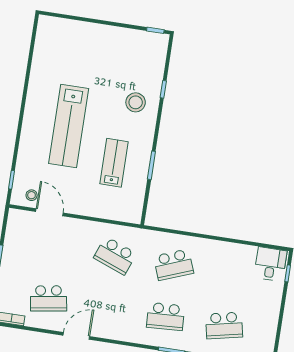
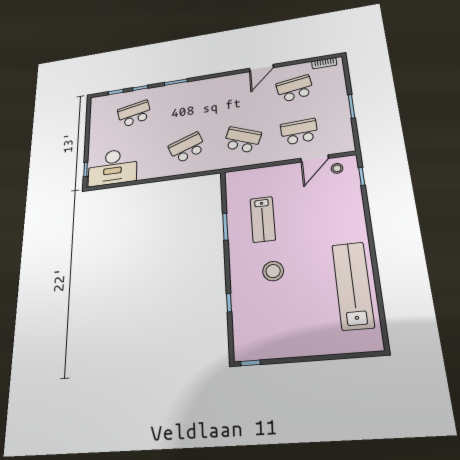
stool: (136, 102) -> (273, 271), moved
lab bench: (69, 126) -> (353, 285), moved
door: (49, 212) -> (315, 158), hinge flipped
desk: (270, 264) -> (113, 167), width x1.87, depth x1.30
school desk: (166, 316) -> (299, 132), moved

